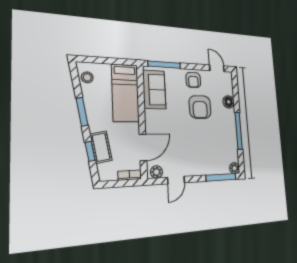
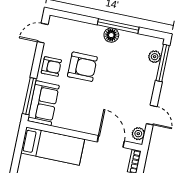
sofa: (154, 90) -> (43, 103), moved, turned 90
floor lamp: (229, 102) -> (111, 35), moved
plant: (235, 168) -> (155, 57), moved

